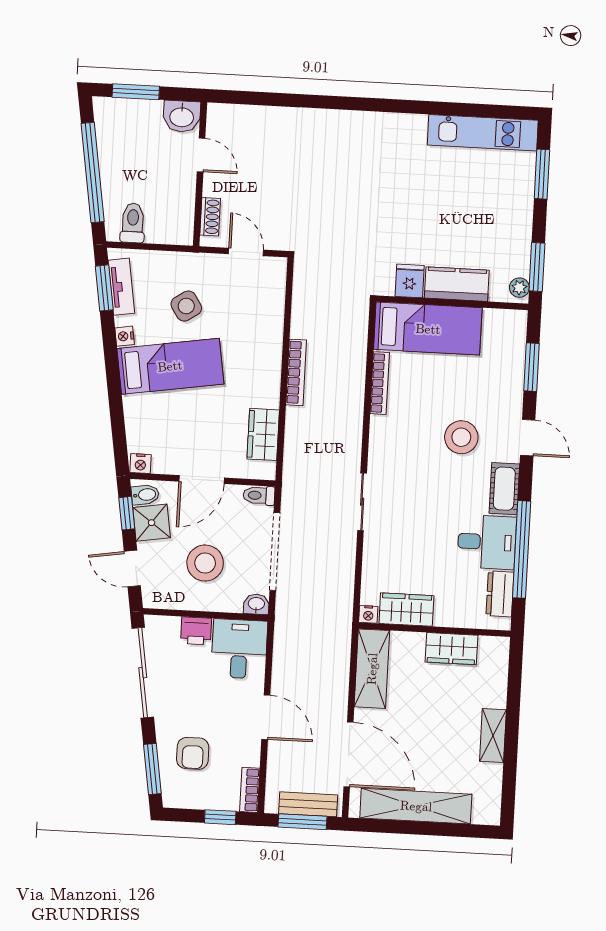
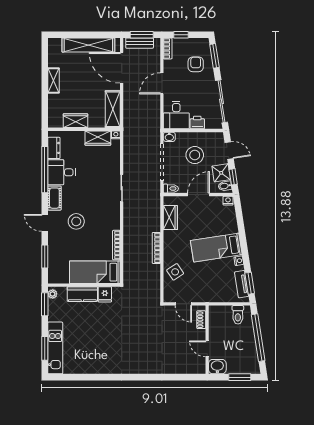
kitchen unit: (483, 133) -> (55, 348), moved, turned 90
side table: (186, 306) -> (175, 272), moved
door: (266, 717) -> (162, 83), hinge flipped

